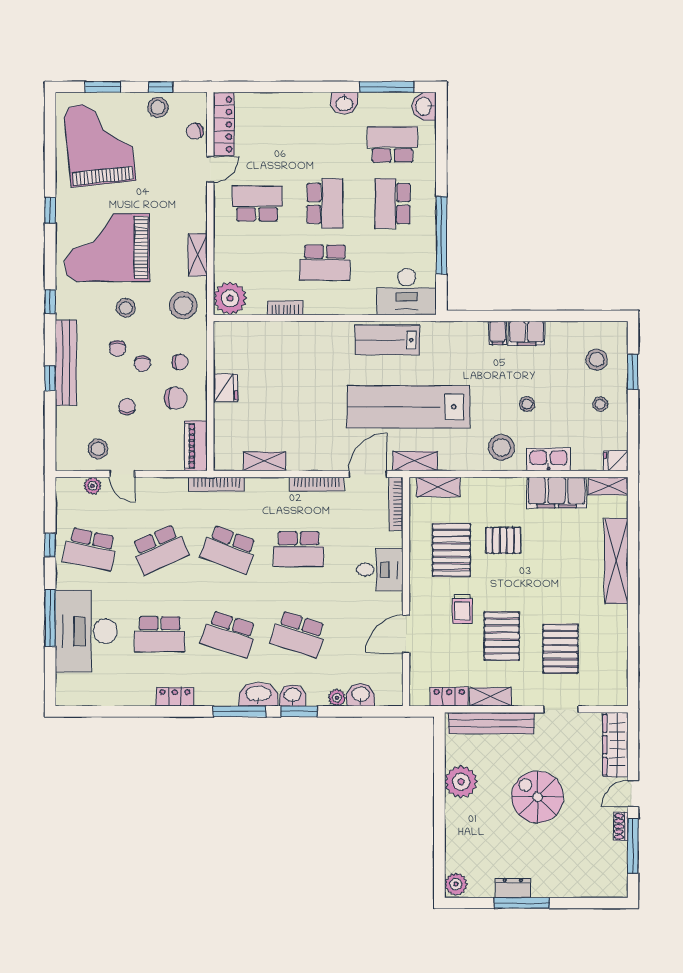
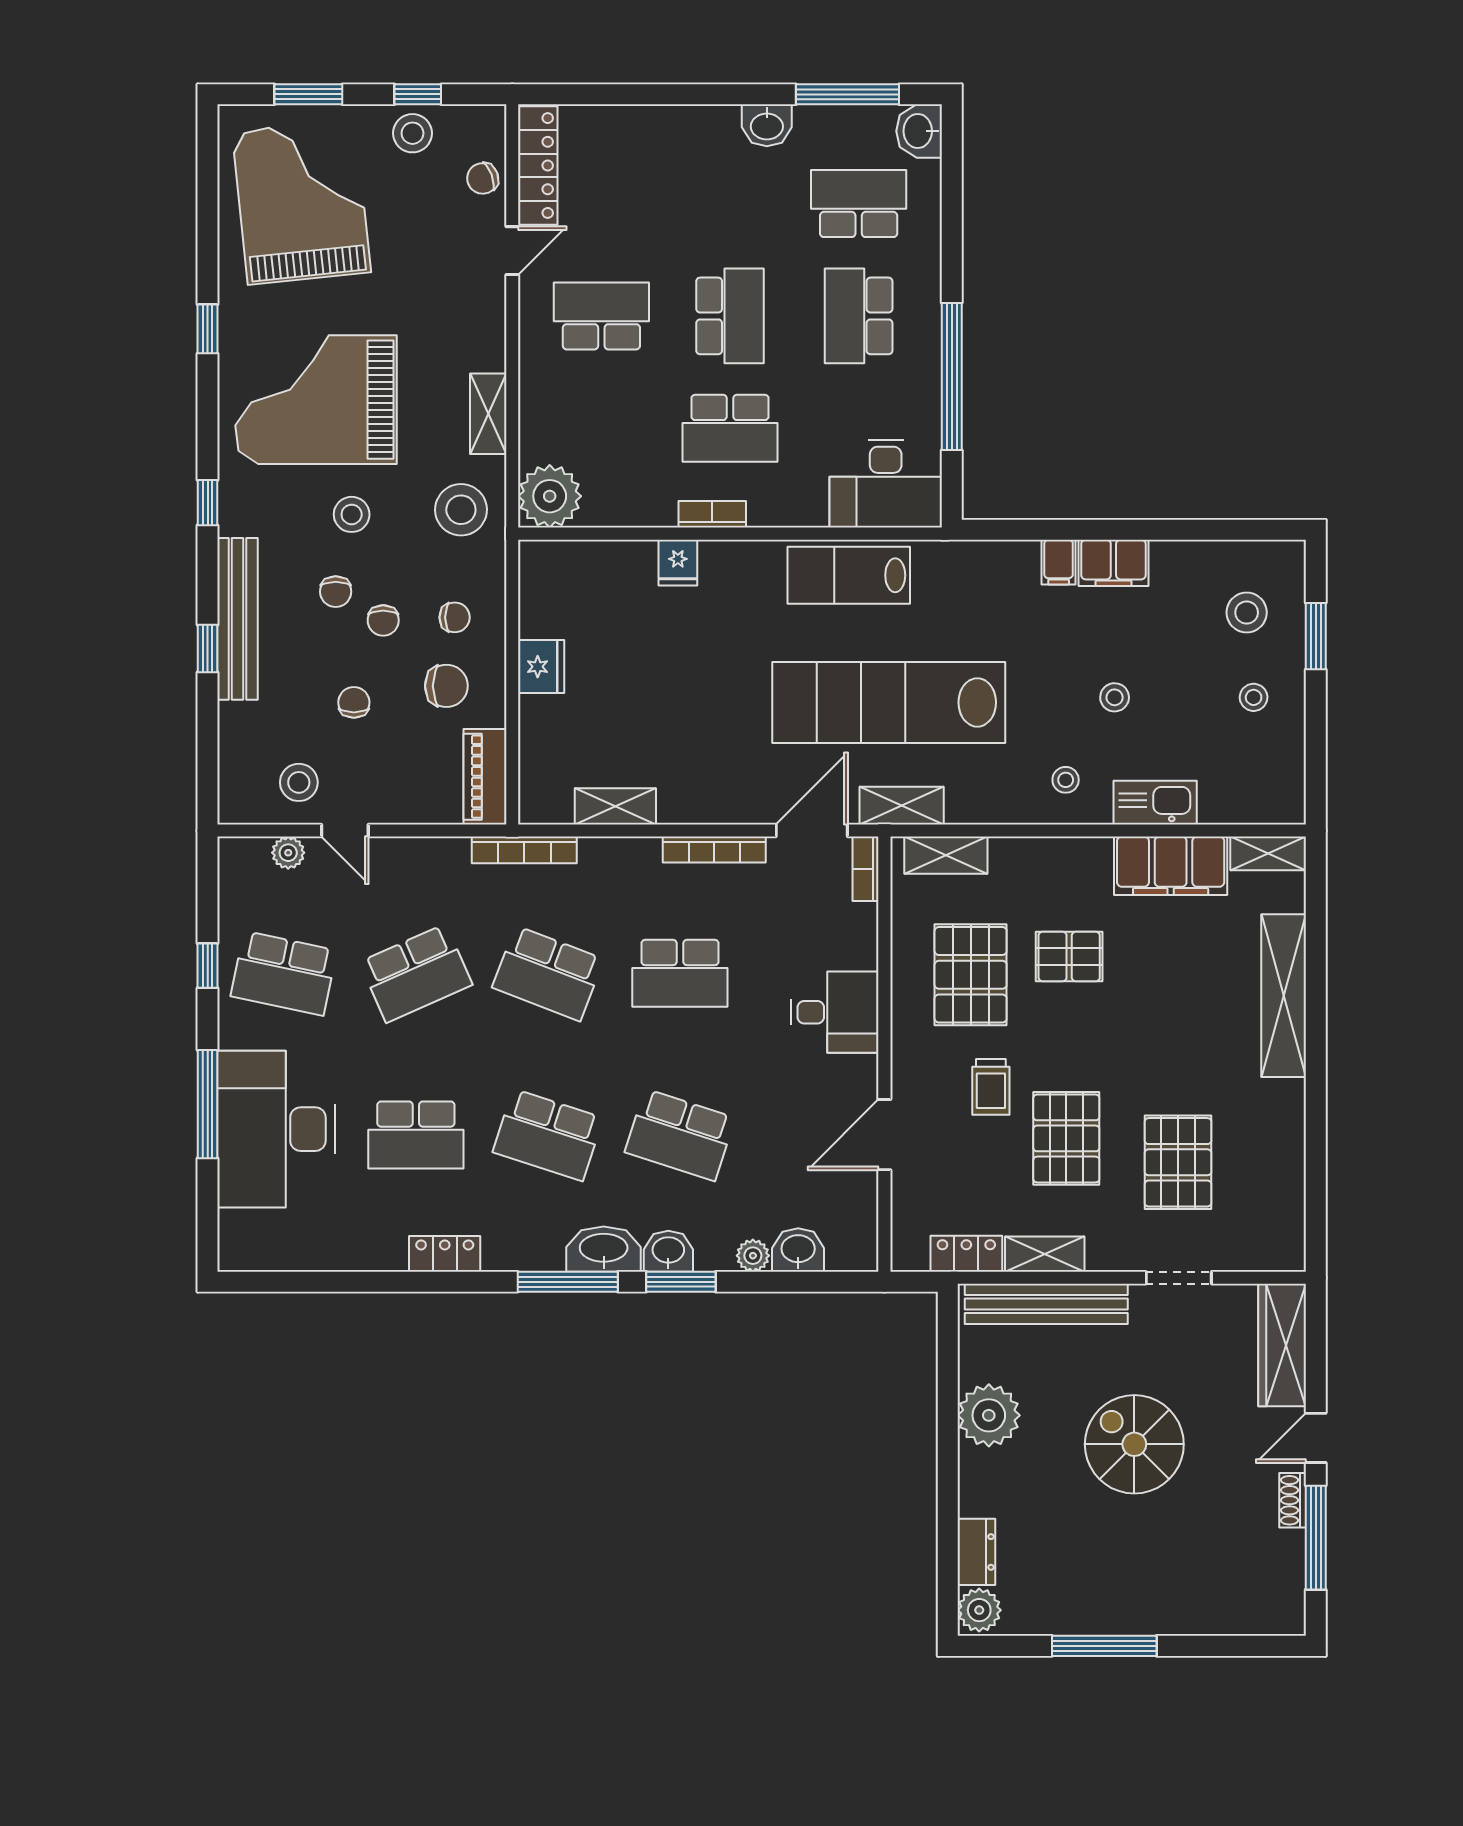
bookcase: (285, 308) -> (712, 514), moved
stool: (501, 447) -> (1066, 780), width x0.53, depth x0.53
fridge: (616, 461) -> (678, 563), moved, turned -90
bookcase: (396, 504) -> (865, 869), width x0.64
dresser: (513, 888) -> (976, 1552), moved, turned 90

